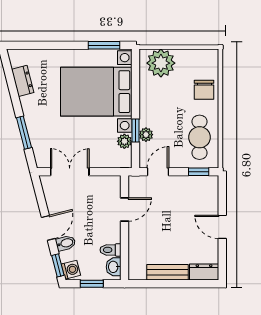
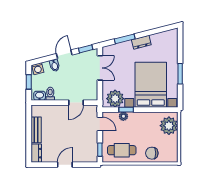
window: (104, 45) -> (180, 74), moved
dresser: (23, 81) -> (141, 42), moved
plant: (124, 141) -> (115, 99), width x1.87, depth x1.87
door: (125, 209) -> (76, 103), hinge flipped
door: (48, 228) -> (64, 54), swing flipped
window: (58, 265) -> (86, 49), moved

